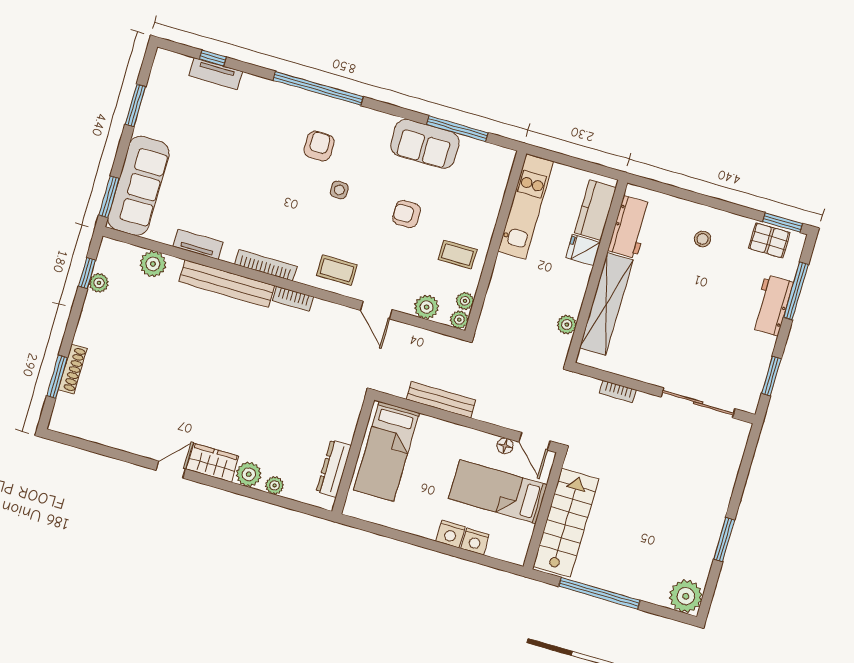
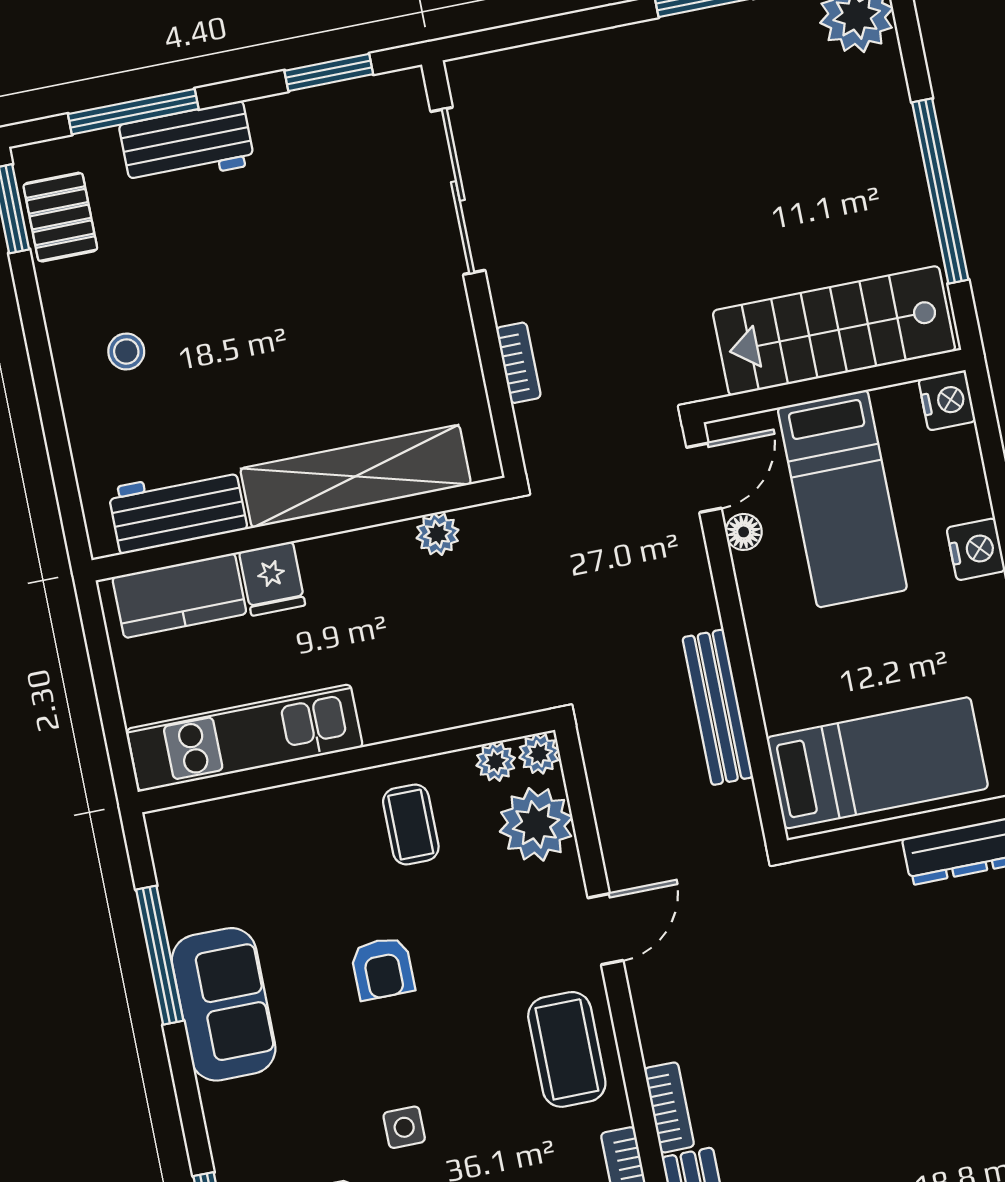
coffee table: (337, 270) -> (567, 1049), width x1.36, depth x1.30
plant: (426, 307) -> (536, 824), width x1.36, depth x1.36
nightstand: (475, 541) -> (947, 400), moved

